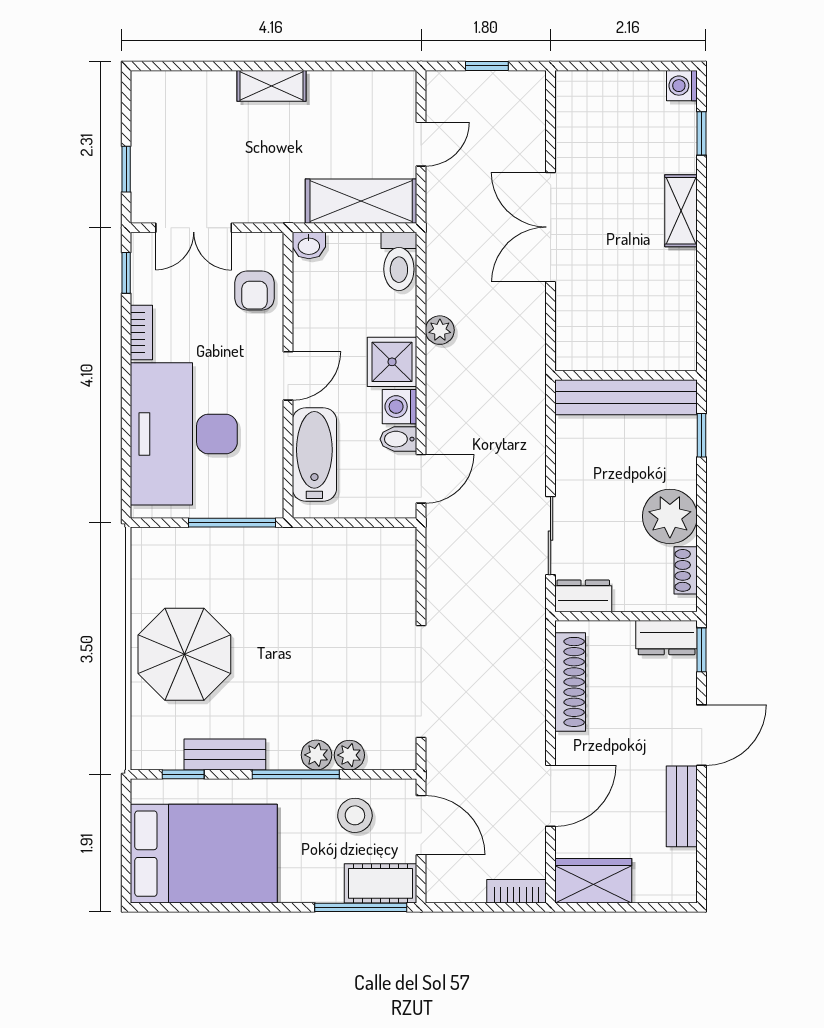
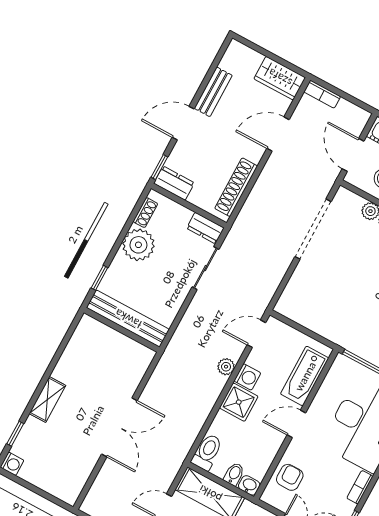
plant: (440, 330) -> (226, 367), moved
bidet: (398, 439) -> (234, 474), moved, turned -90

